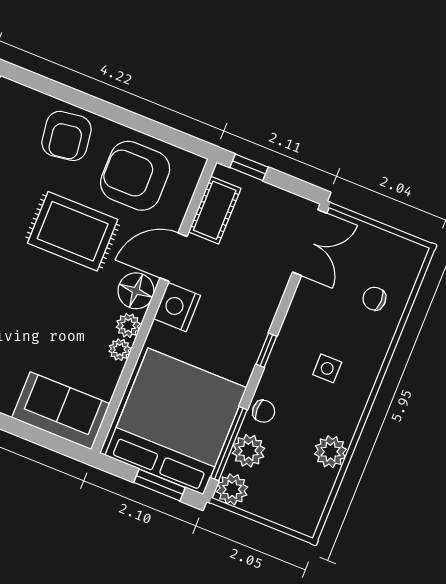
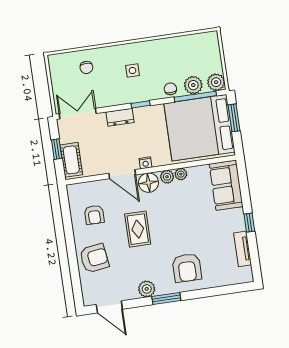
window: (249, 167) -> (57, 149), moved
armchair: (135, 176) -> (94, 215), width x0.53, depth x0.53
cot: (215, 210) -> (71, 160), moved, turned 90
rug: (73, 231) -> (138, 229), width x0.73, depth x0.70
dresser: (265, 306) -> (120, 117), added
nightstand: (177, 307) -> (145, 163), width x0.53, depth x0.56
plant: (331, 452) -> (171, 46), removed

